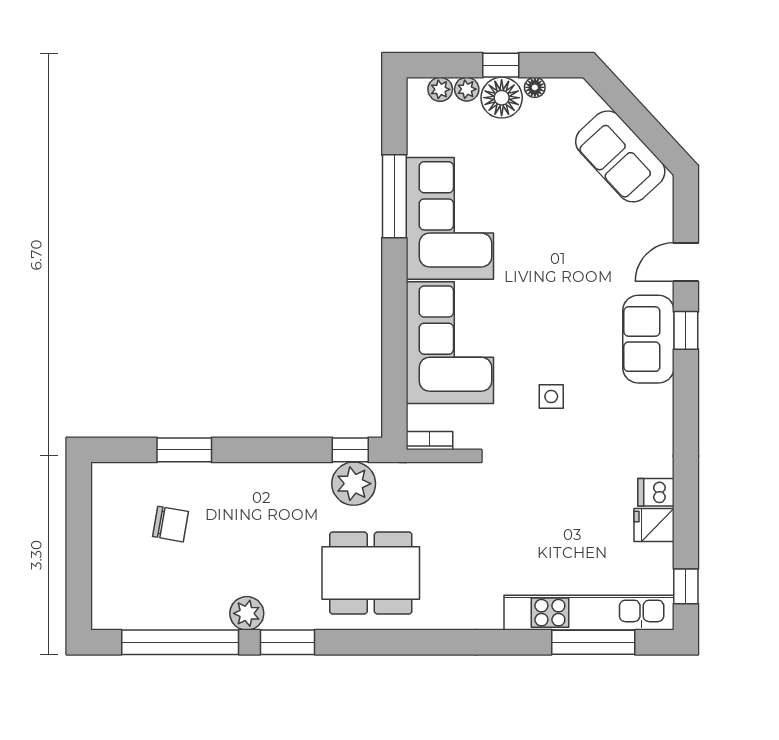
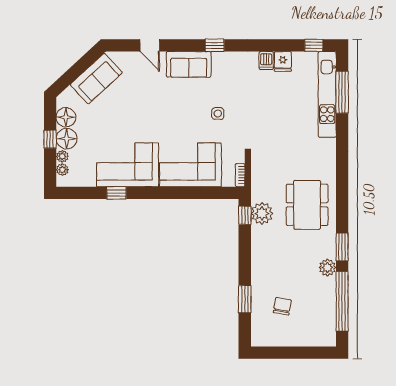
floor lamp: (535, 87) -> (66, 117), width x1.89, depth x1.89
window: (394, 196) -> (116, 193), width x0.46
window: (686, 330) -> (215, 45), moved

